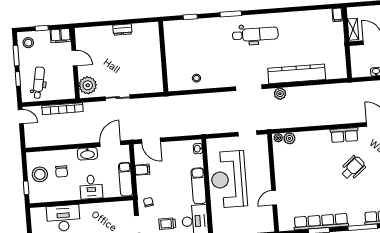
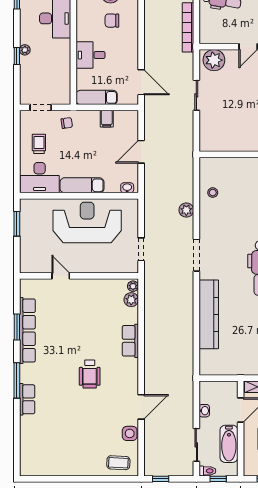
plant: (280, 94) -> (186, 210), moved
row of seats: (344, 135) -> (130, 341), moved
door: (151, 141) -> (141, 152), moved
washbasin: (87, 154) -> (131, 54), removed
wheelchair: (353, 168) -> (90, 374), turned 40

